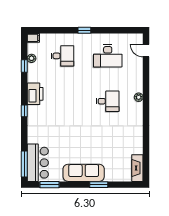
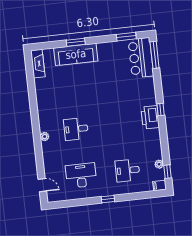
window: (24, 66) -> (167, 172), moved
printer: (35, 94) -> (150, 117), moved
sofa: (84, 173) -> (76, 54), moved

